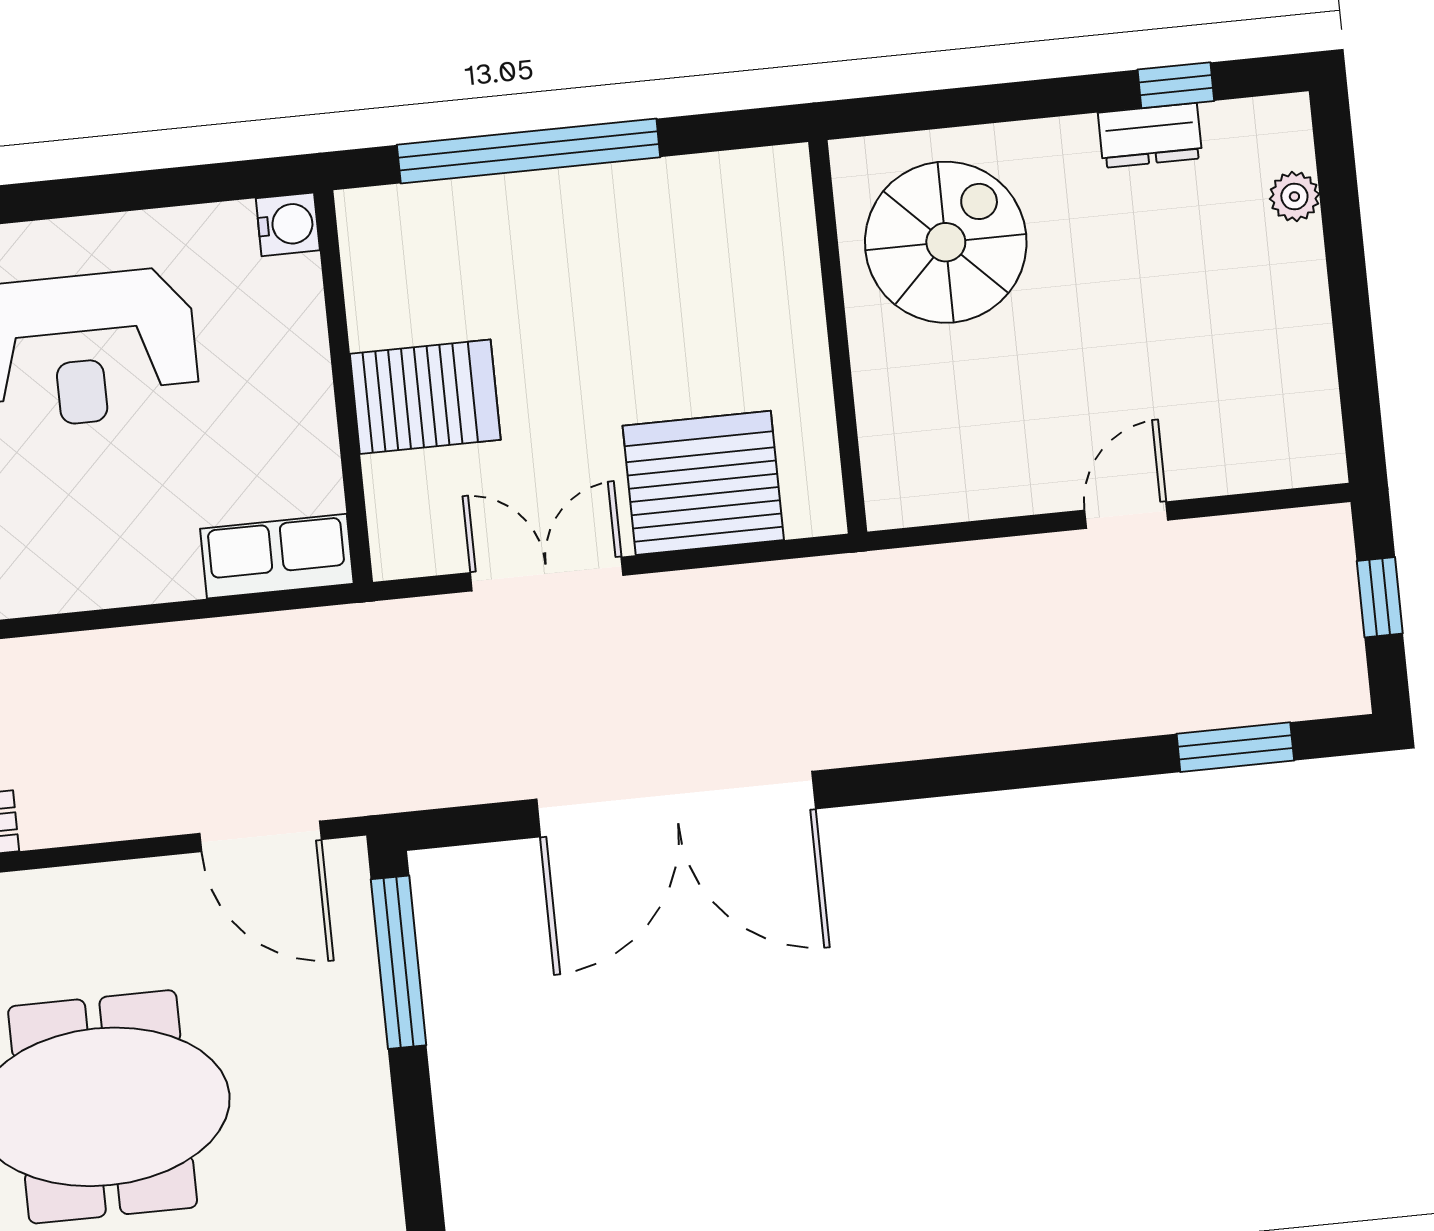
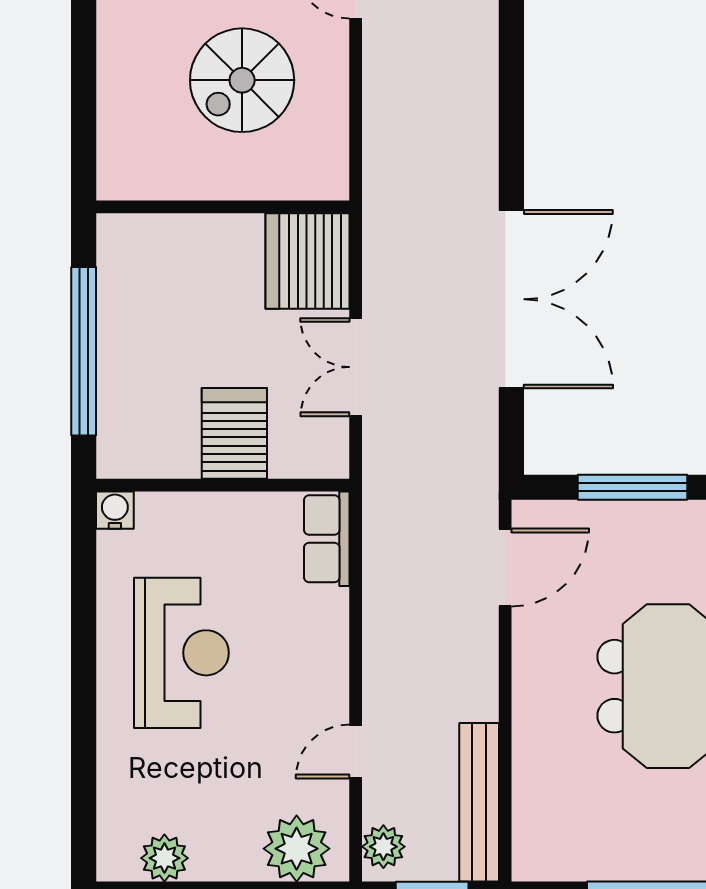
spiral stairs: (946, 242) -> (242, 80), moved, turned -90
wall: (838, 337) -> (223, 207), moved
window: (399, 962) -> (633, 487), moved

